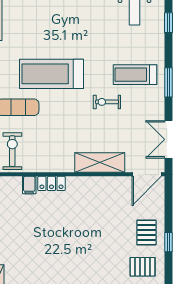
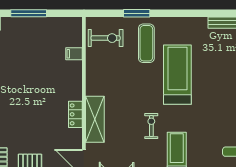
locker: (51, 183) -> (75, 114), moved

